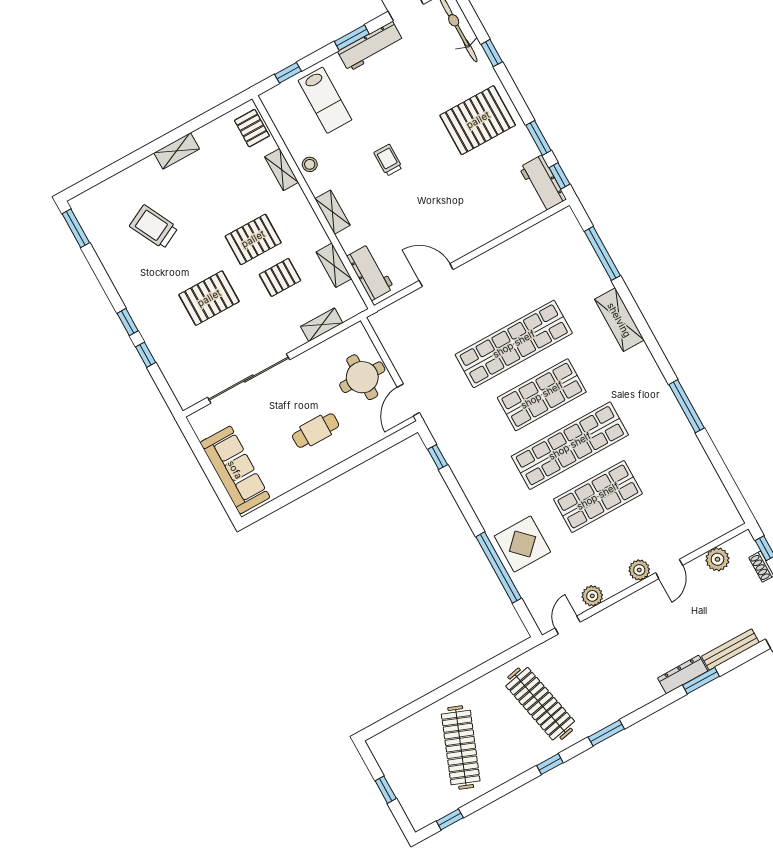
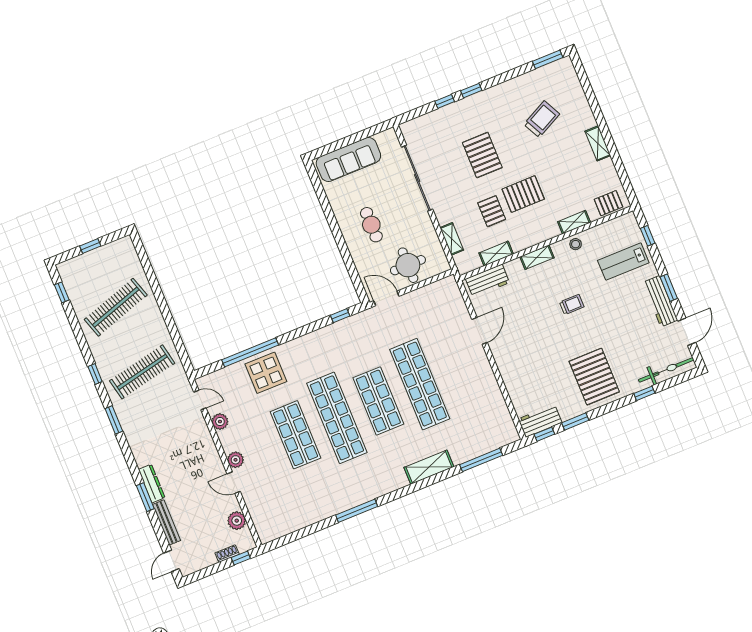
pallet: (253, 239) -> (523, 194), turned 90
clothes rail: (461, 748) -> (116, 307), turned -39

